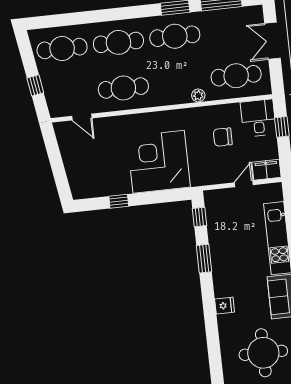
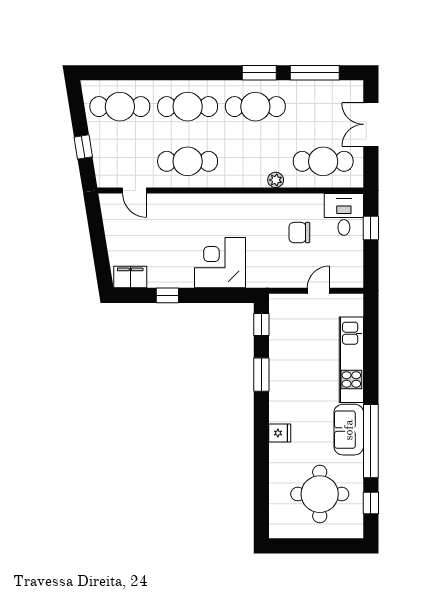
corner desk: (159, 162) -> (220, 263), width x0.74, depth x0.74
filing cabinet: (266, 170) -> (130, 277), moved

